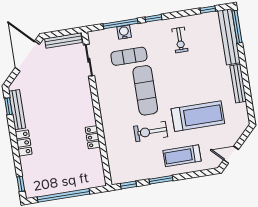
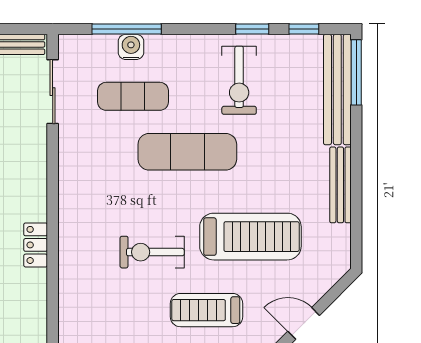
window: (153, 18) -> (252, 29), moved
exercise bike: (180, 40) -> (239, 80), width x1.38, depth x1.39
exercise mat: (145, 90) -> (187, 152), moved, turned 90

